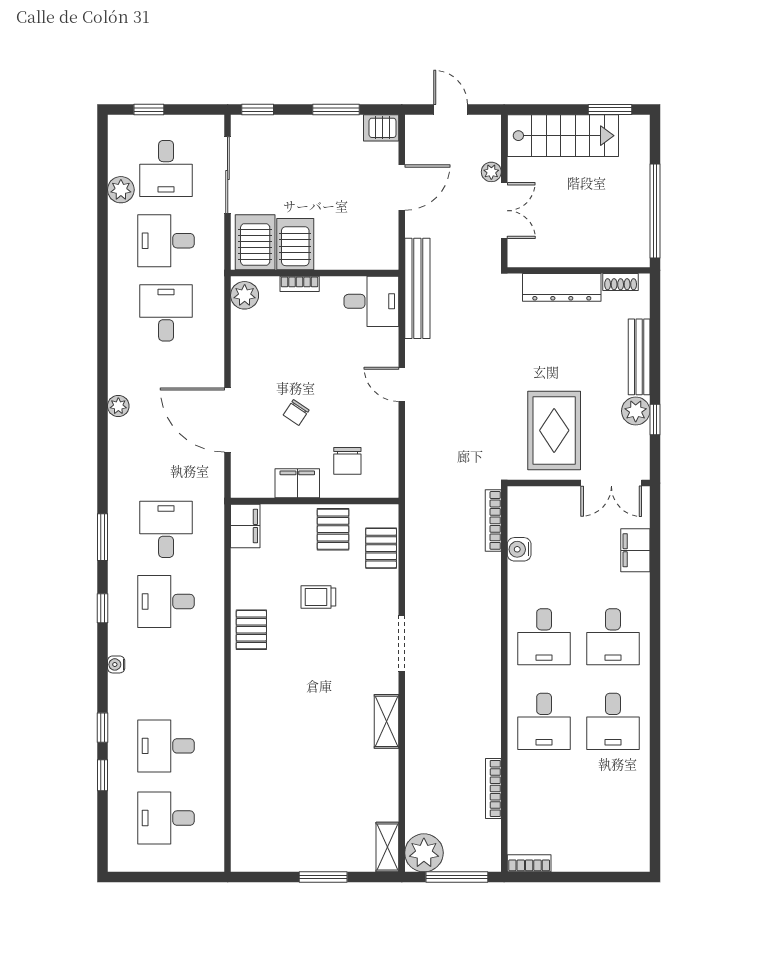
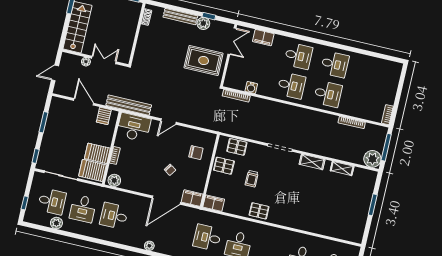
server rack: (381, 128) -> (104, 116), moved
dresser: (562, 287) -> (143, 43), removed
desk: (371, 301) -> (134, 127), width x1.37
filing cabinet: (297, 483) -> (192, 198), moved, turned 90
shelving: (387, 847) -> (342, 168), moved

